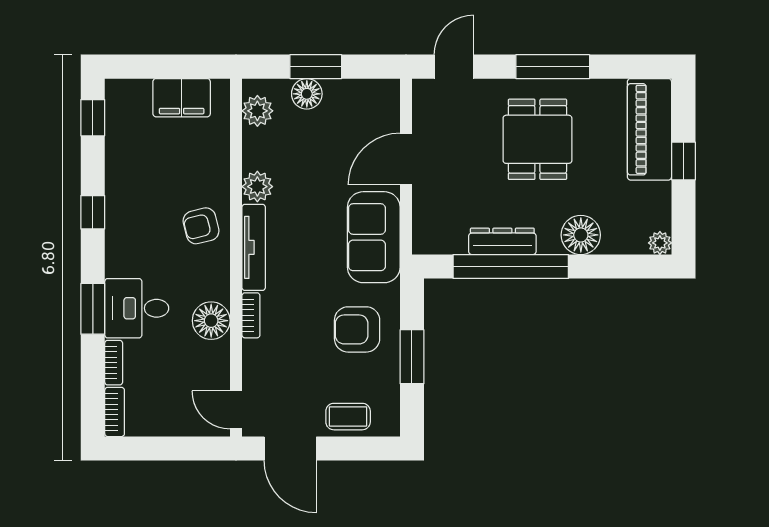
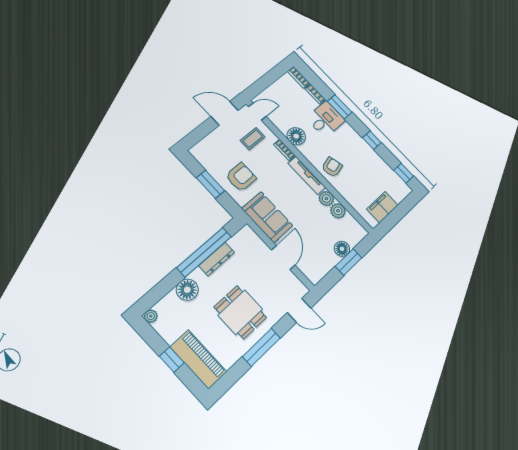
door: (454, 67) -> (299, 310), hinge flipped
plant: (257, 111) -> (338, 211), moved
coffee table: (348, 417) -> (253, 139), moved

